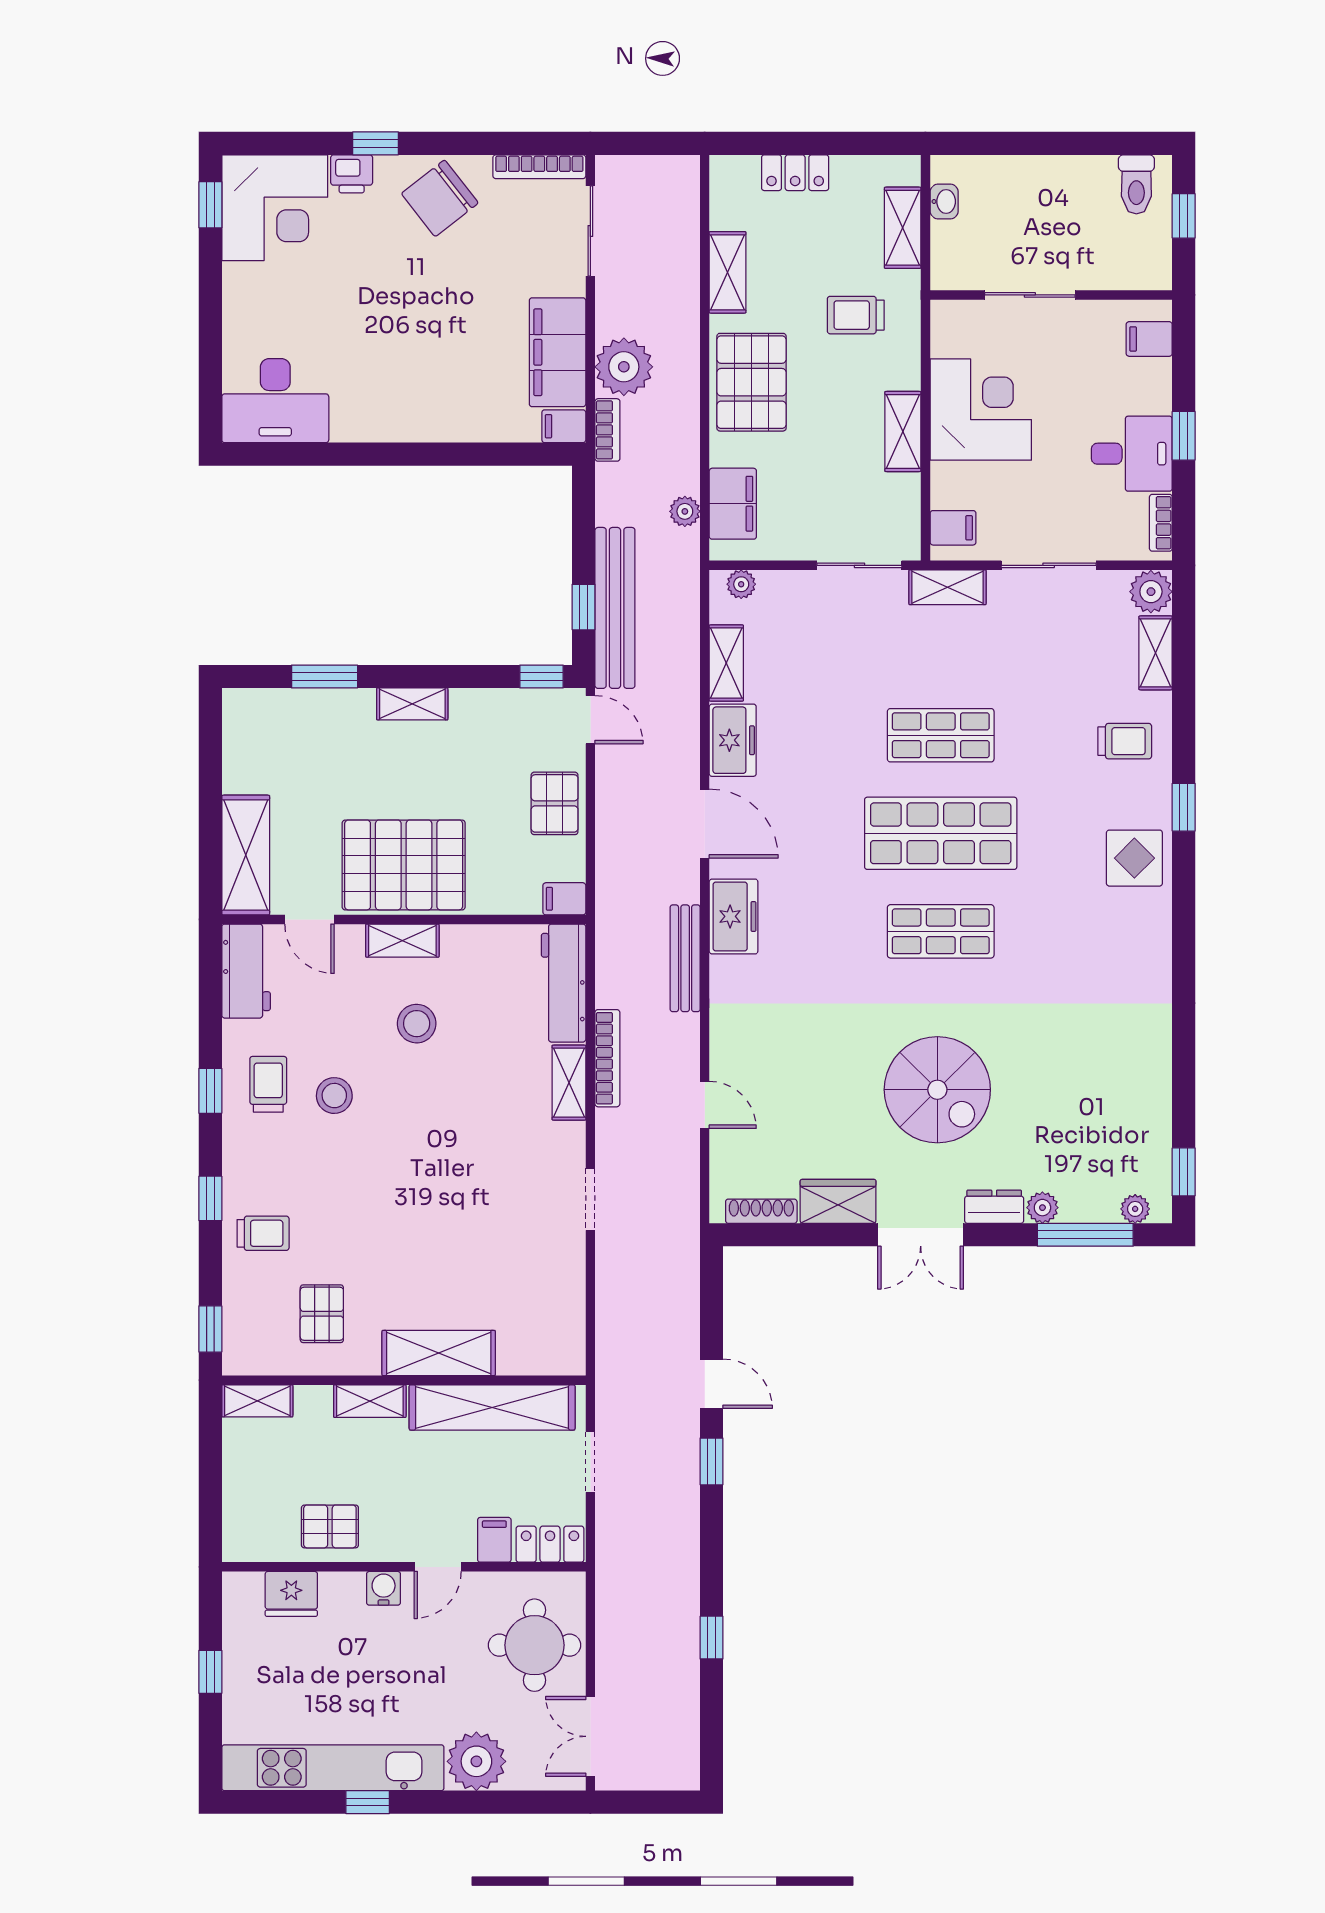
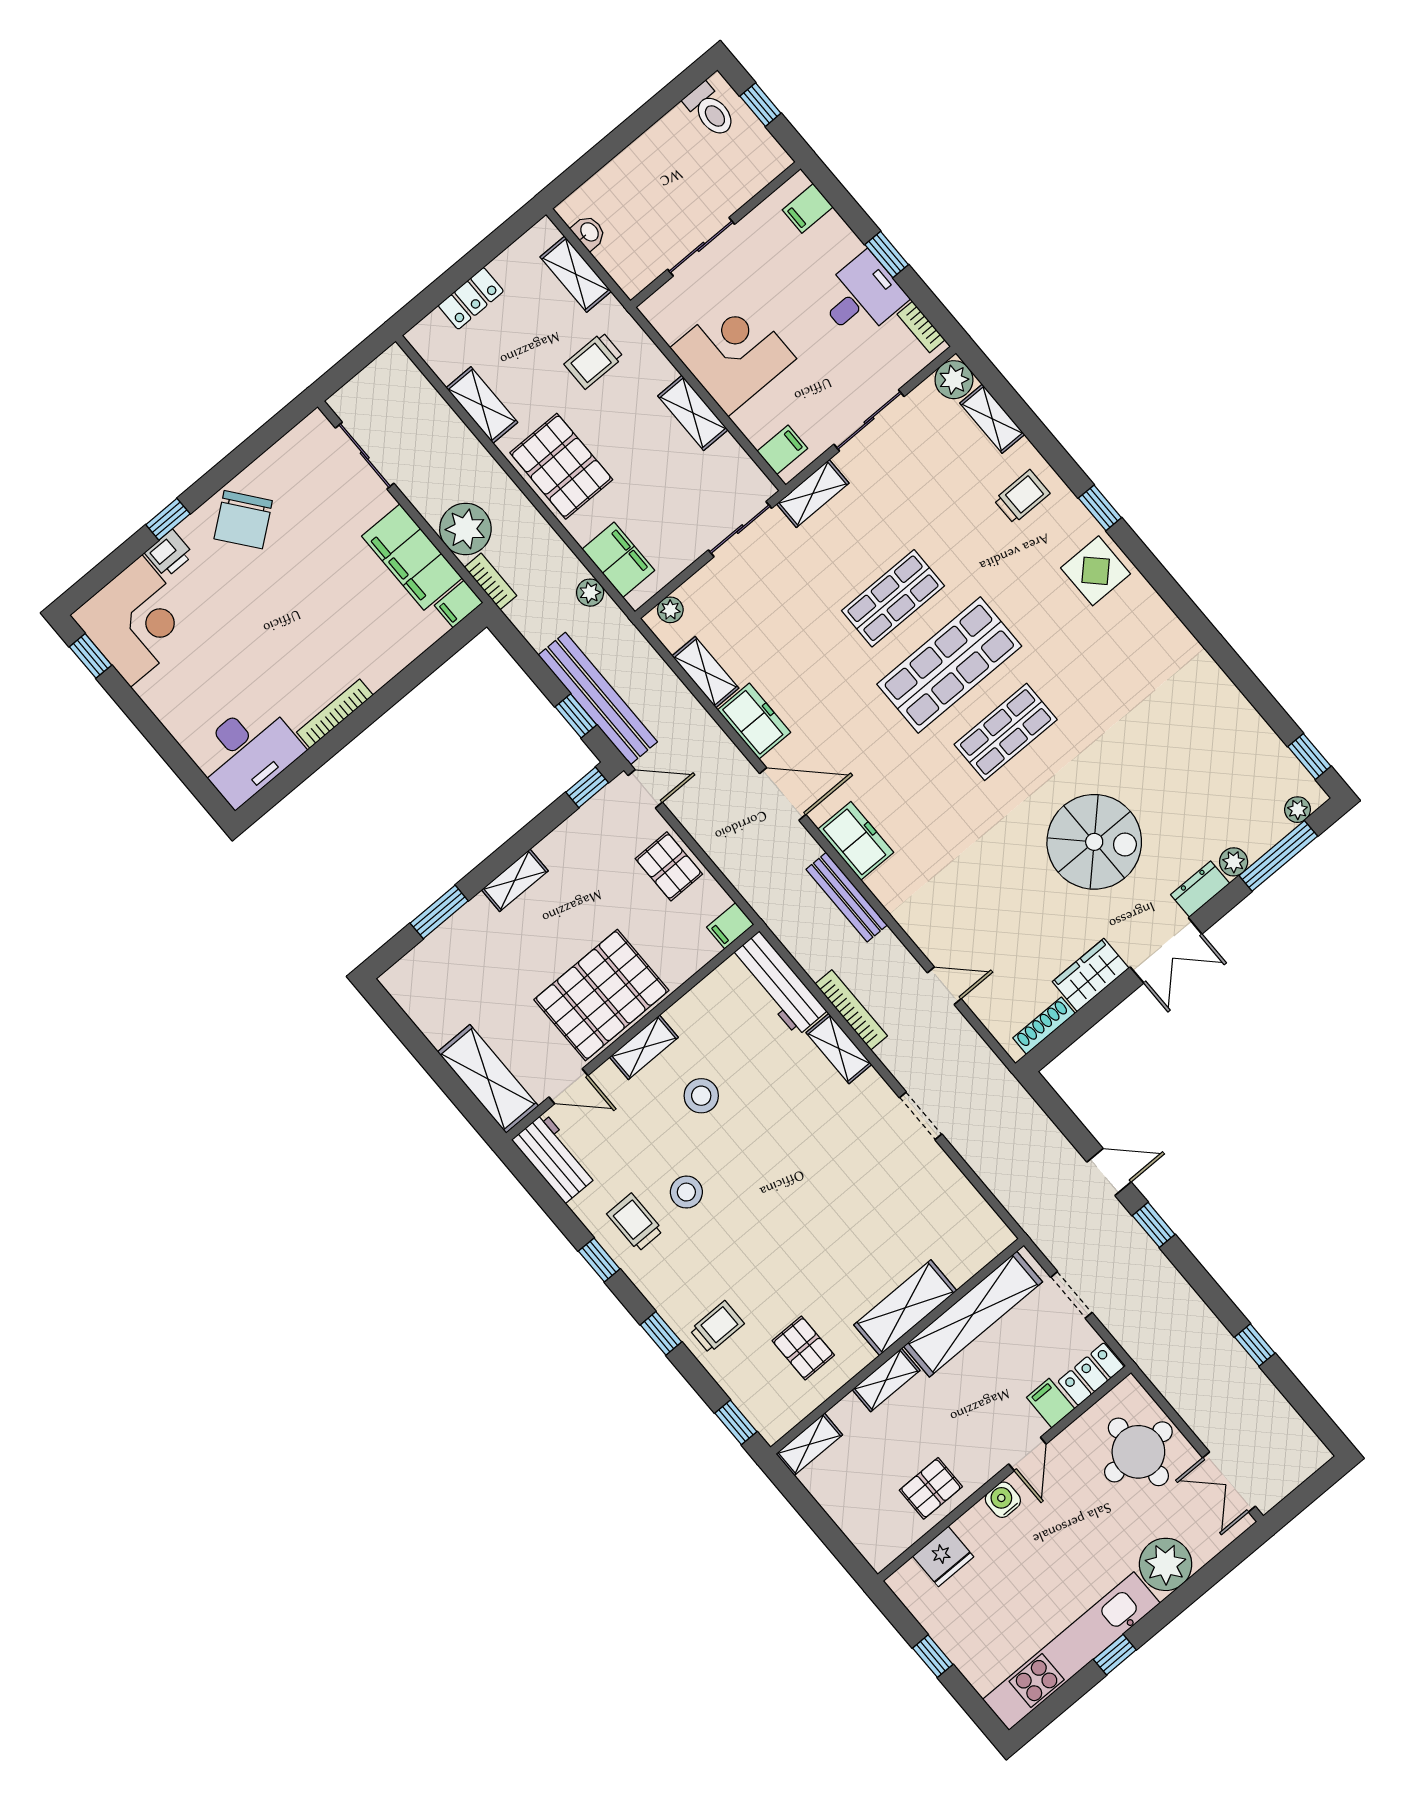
bookcase: (539, 167) -> (335, 714), moved, turned 180

